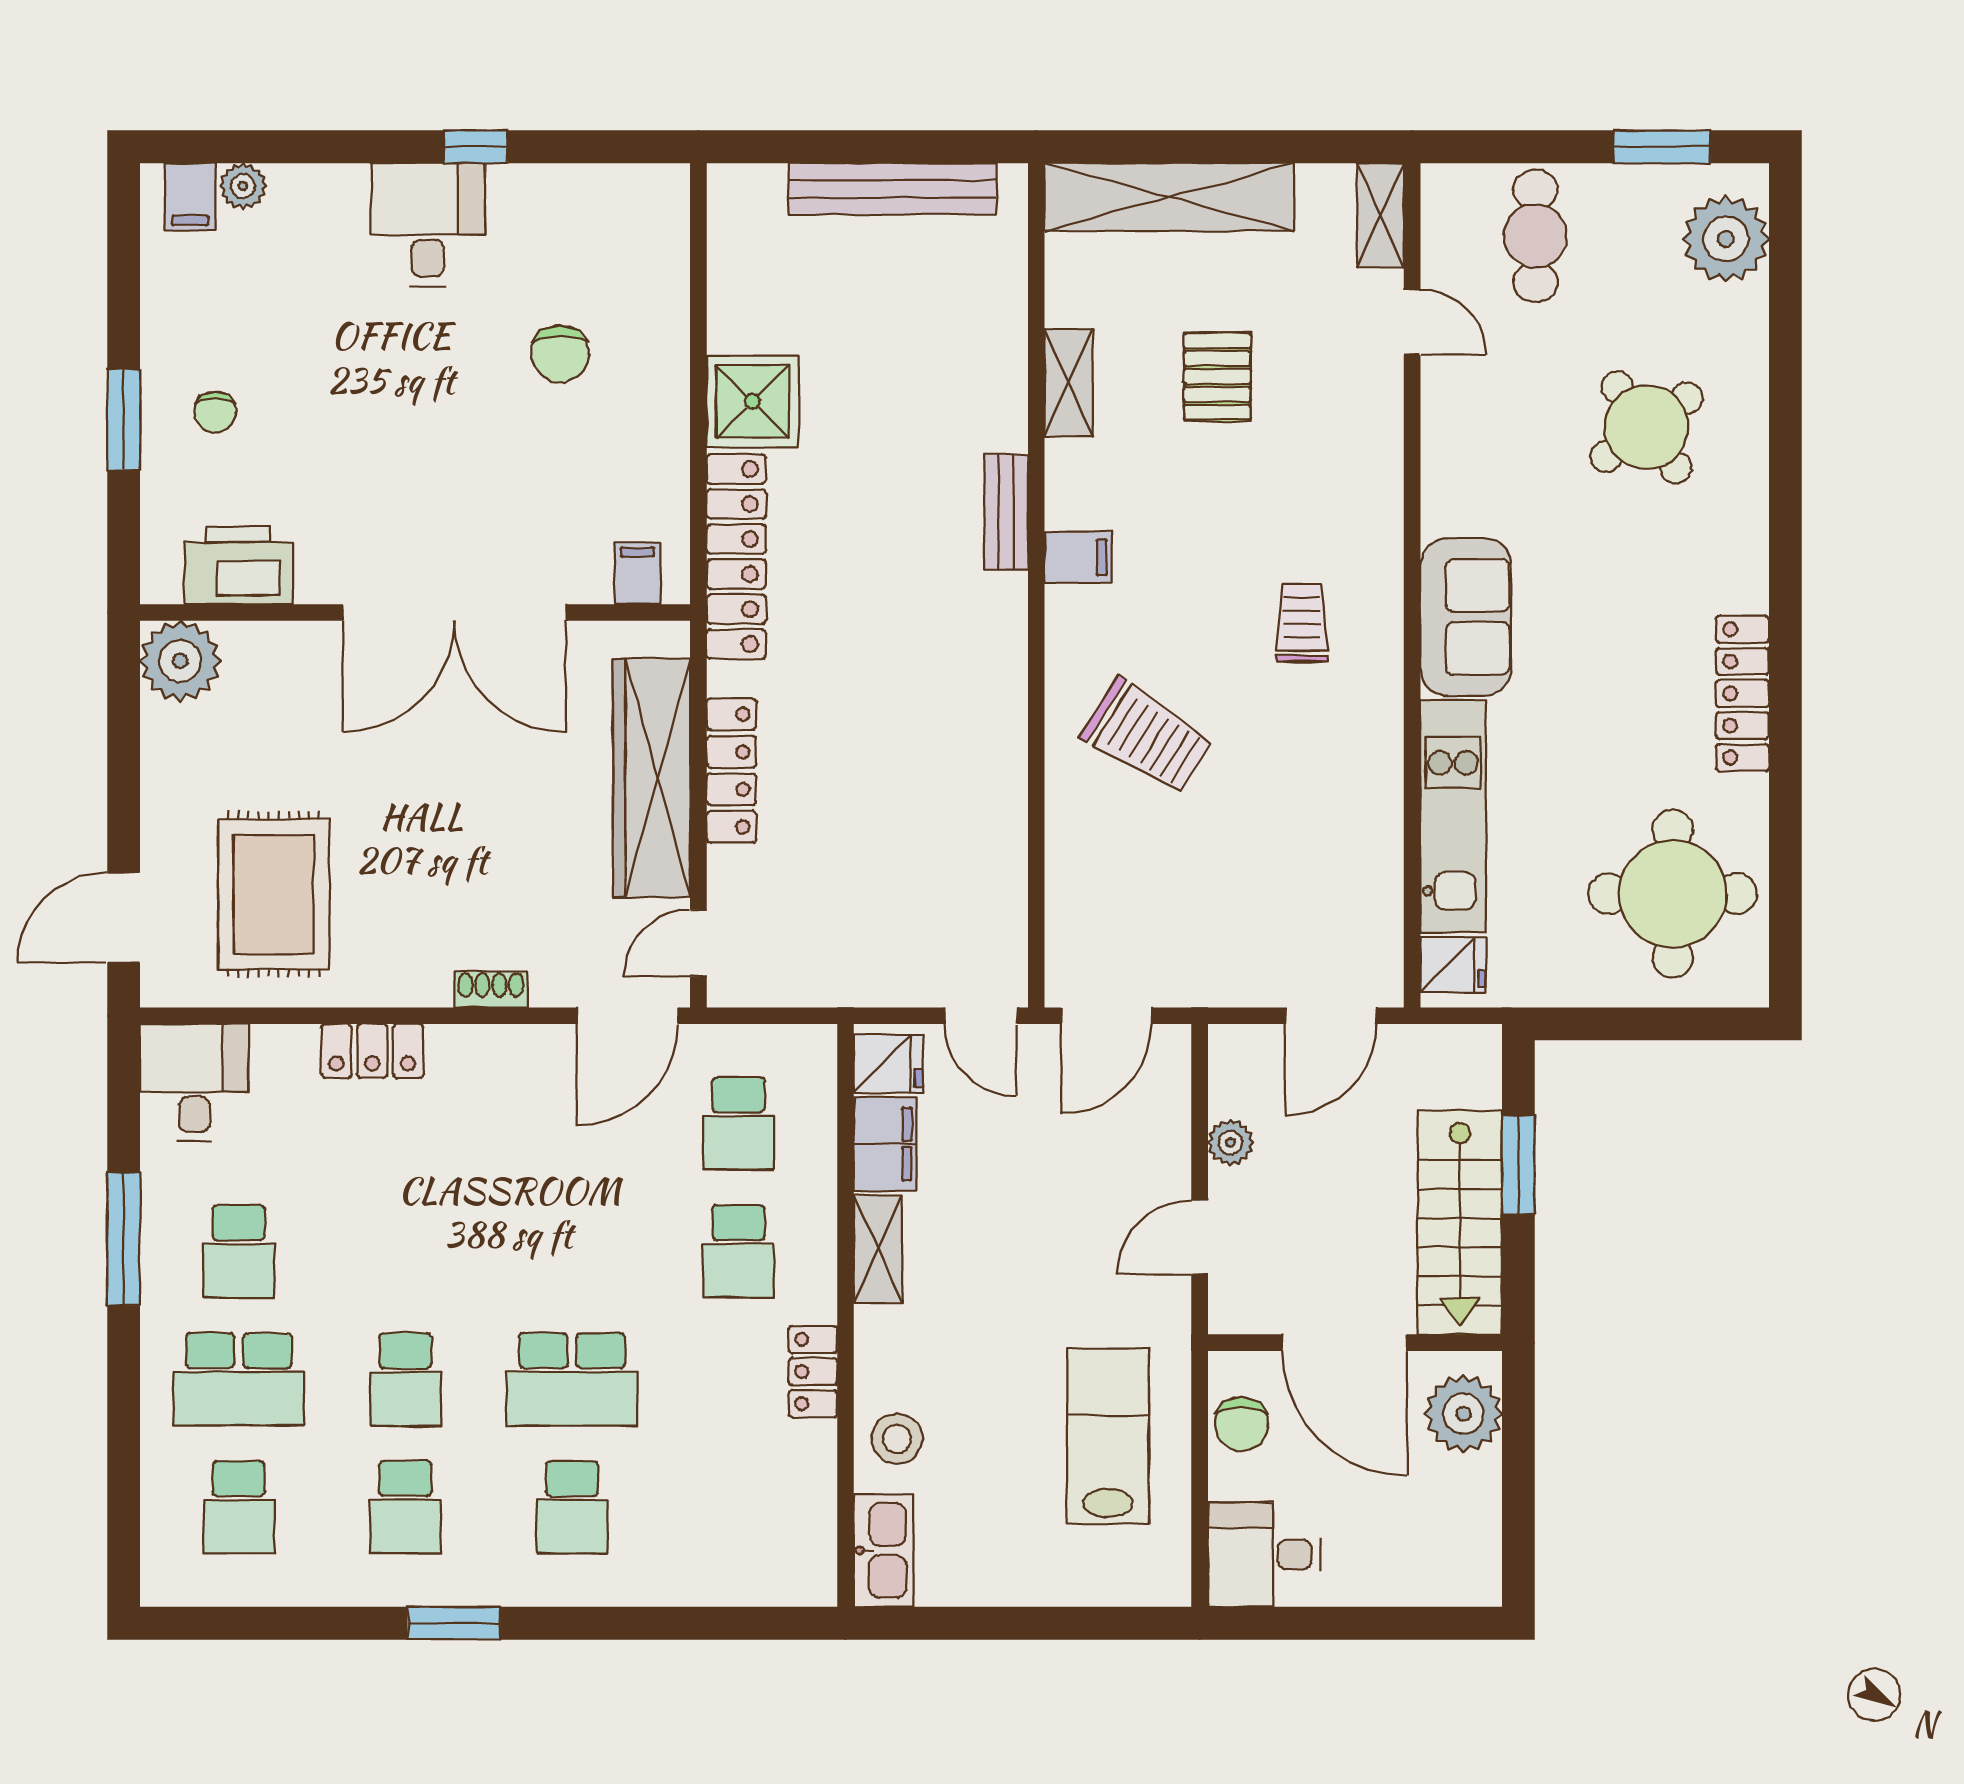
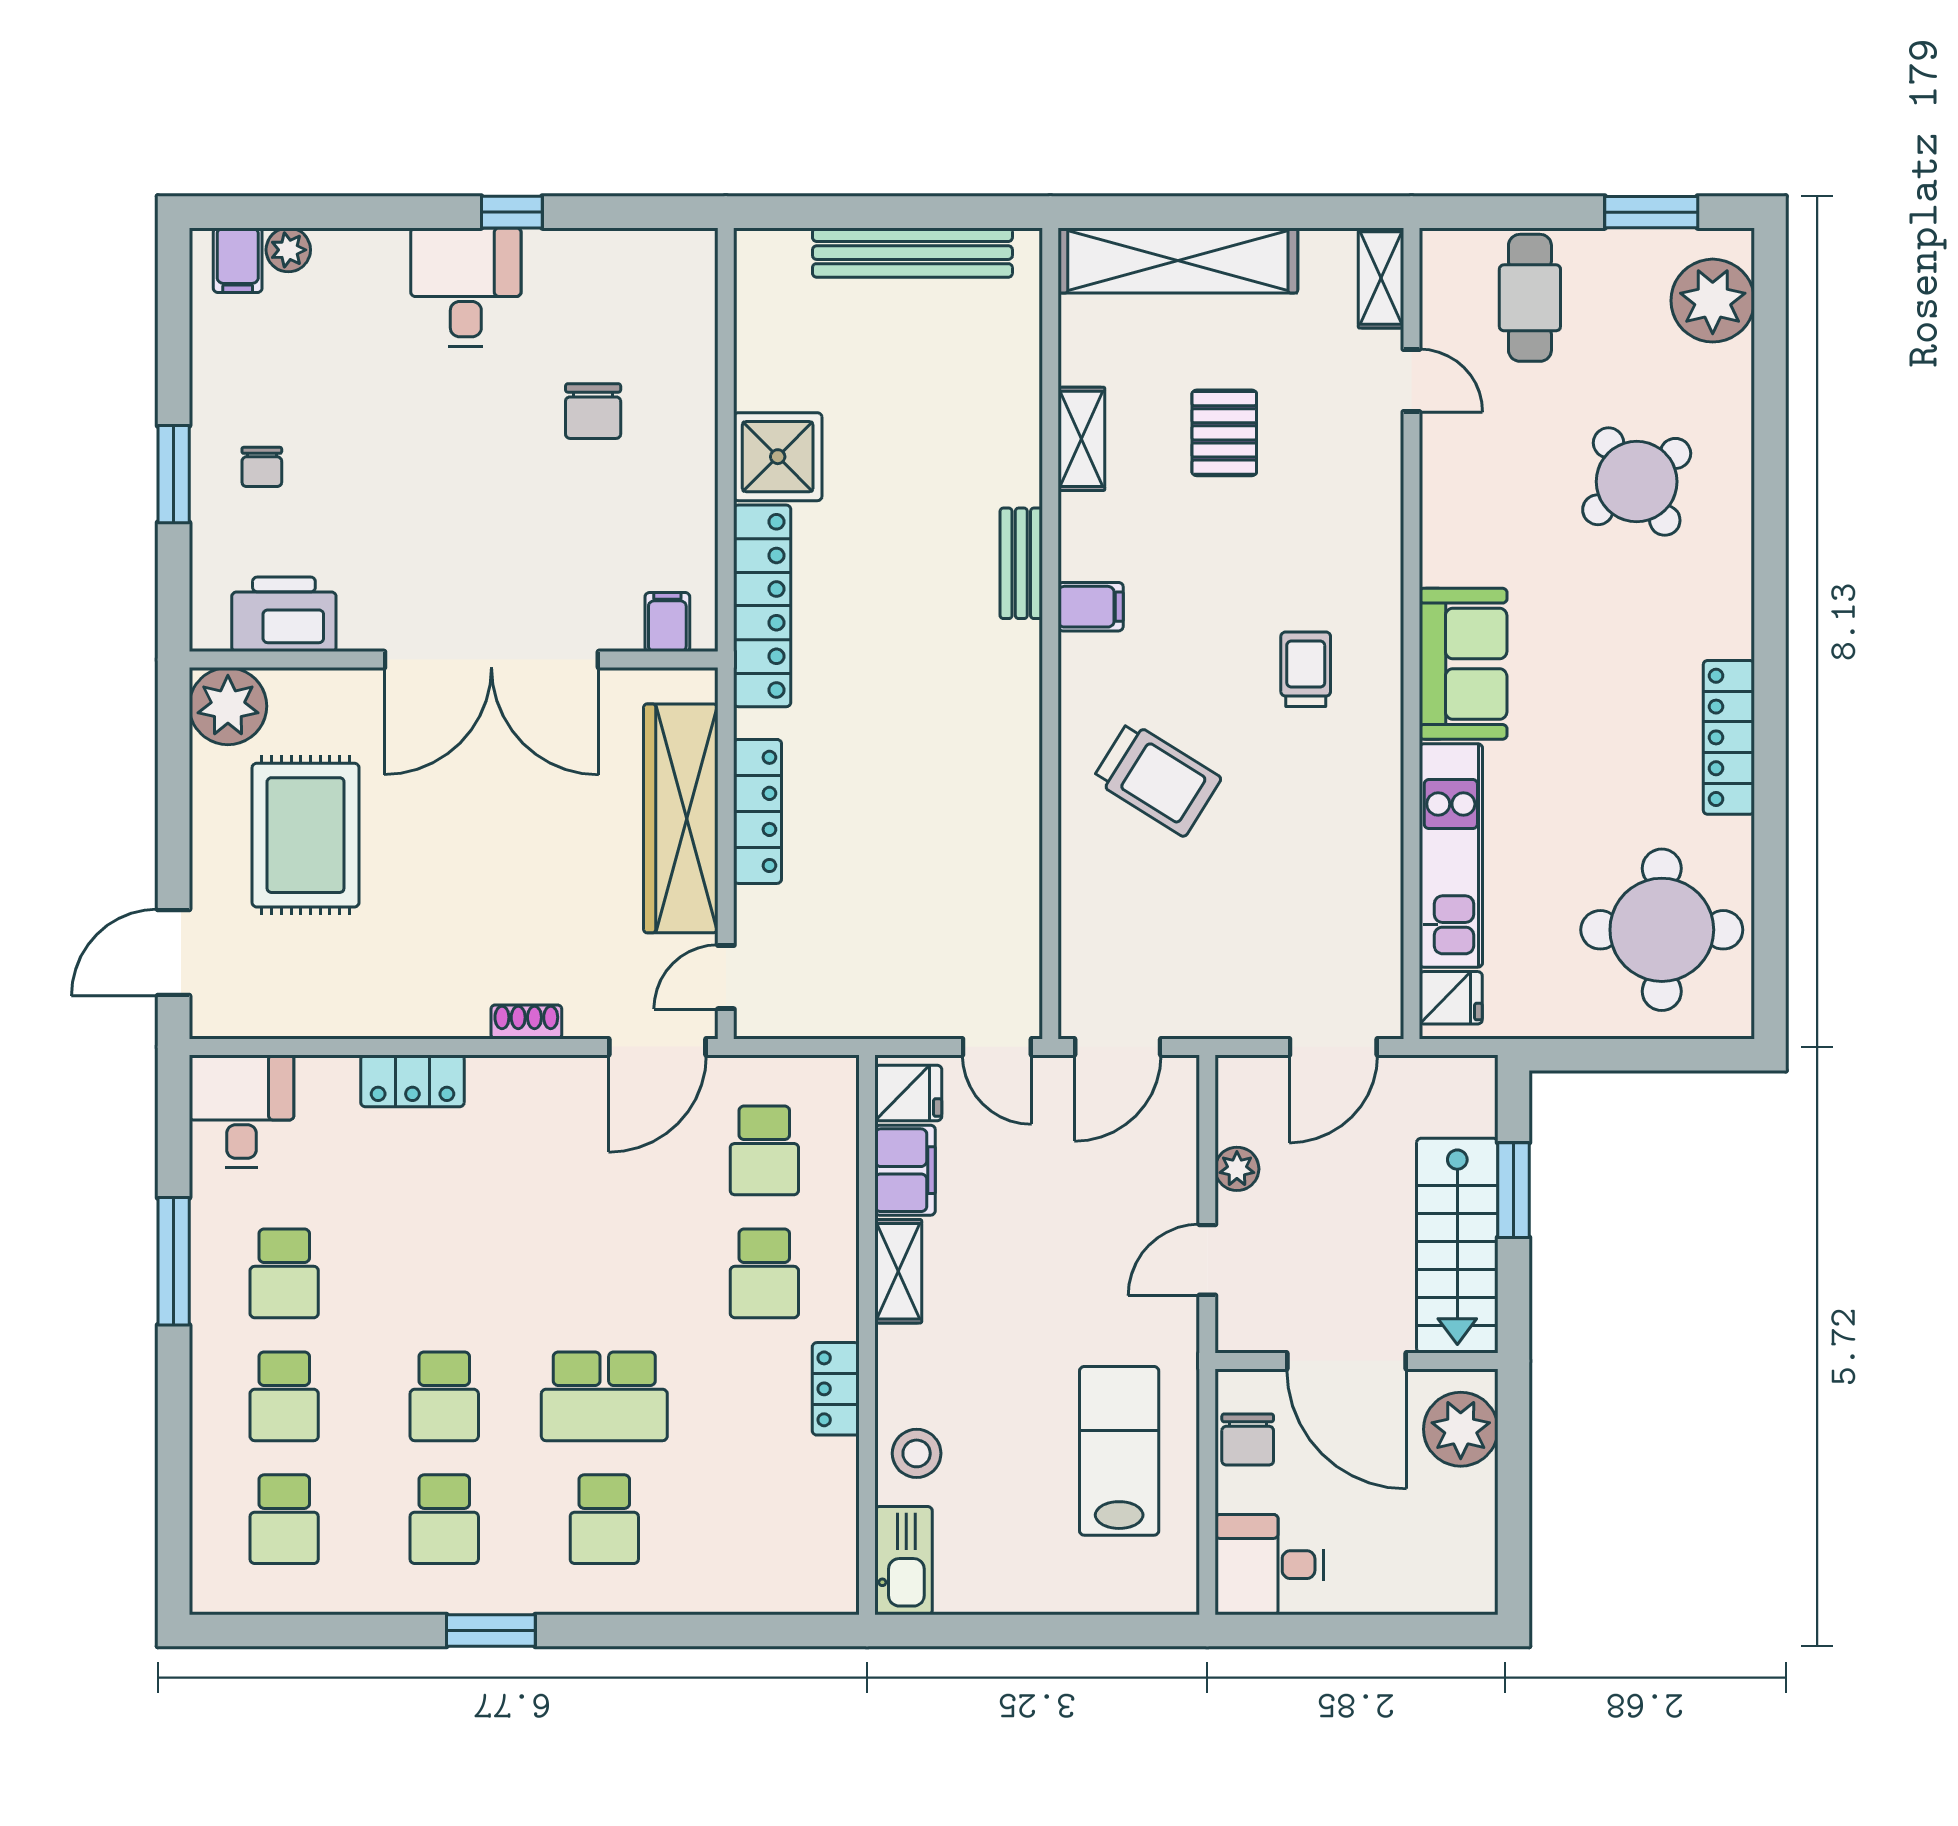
rug: (274, 894) -> (306, 835), moved
school desk: (239, 1379) -> (284, 1396), width x0.54

